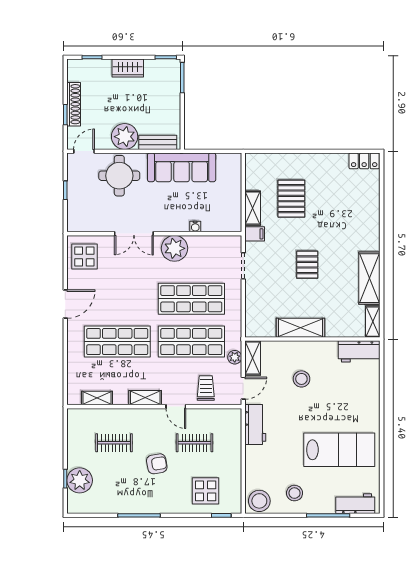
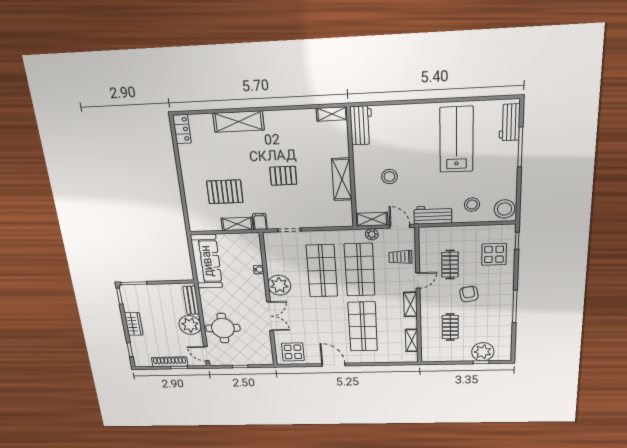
sofa: (182, 167) -> (207, 261), moved
shelving: (369, 278) -> (238, 122), moved
stool: (295, 493) -> (472, 205), moved

